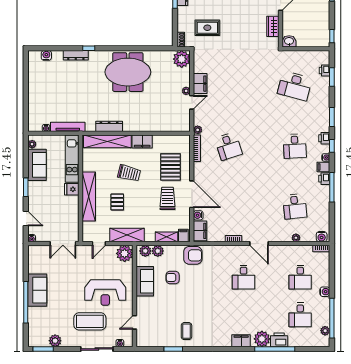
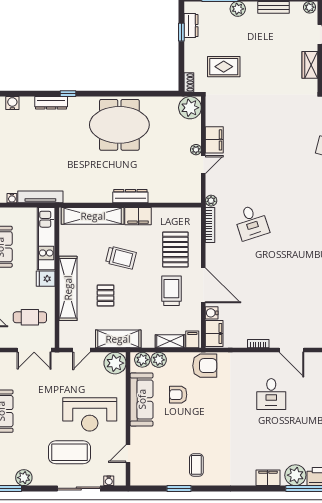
dresser: (109, 126) -> (130, 196), moved
cafe table: (60, 219) -> (30, 317), added
sofa: (145, 281) -> (142, 399), width x1.36

